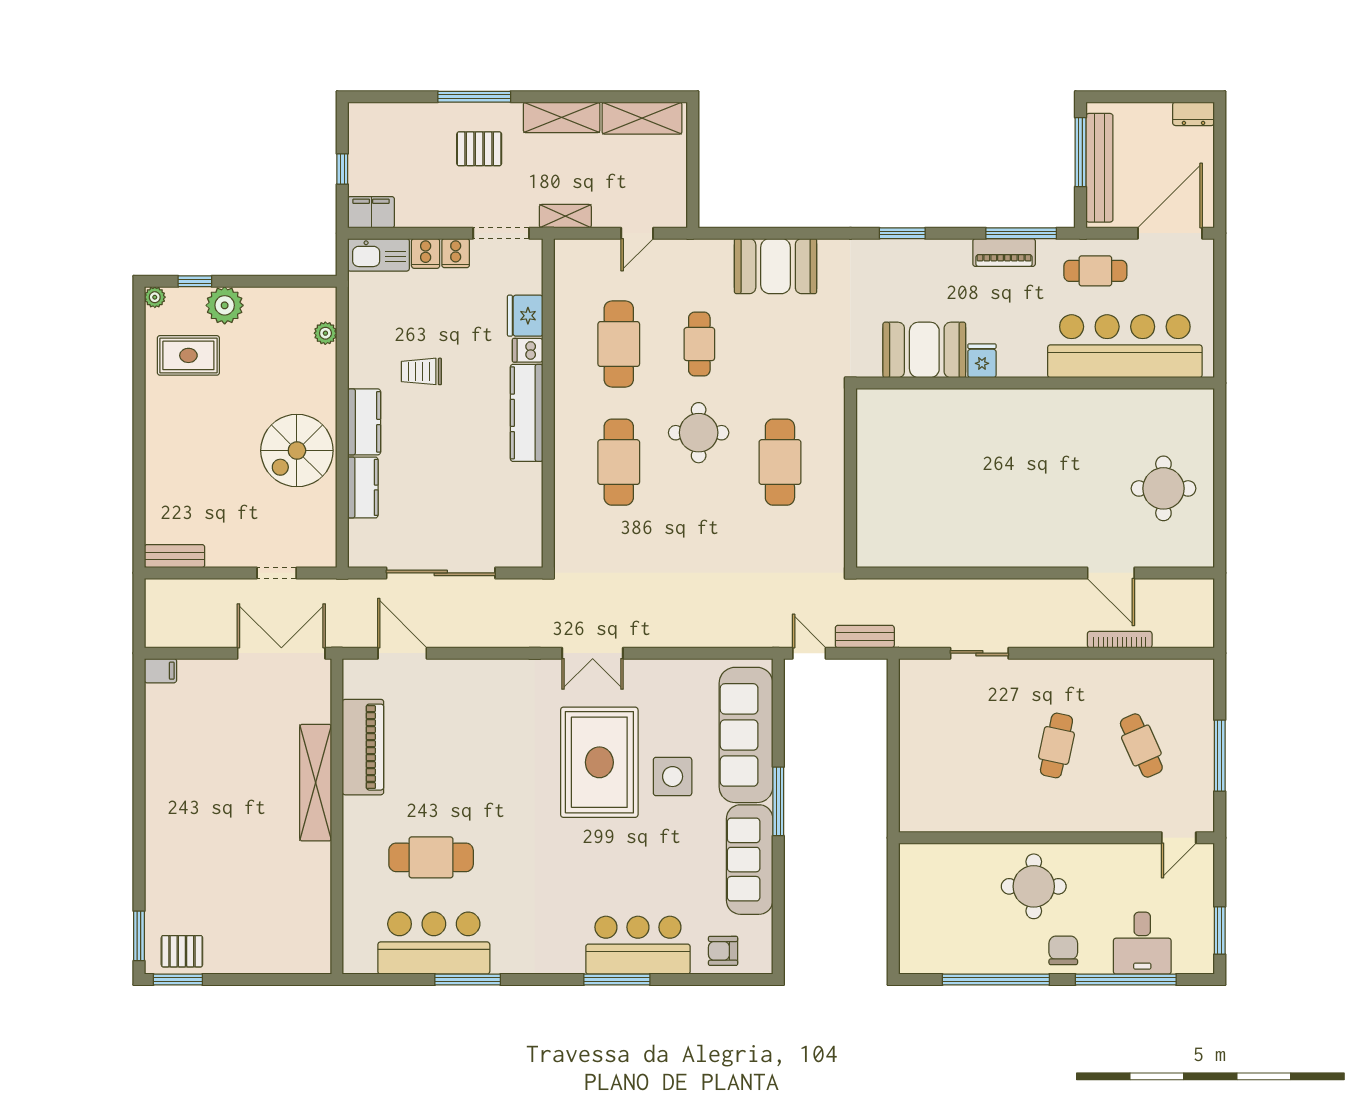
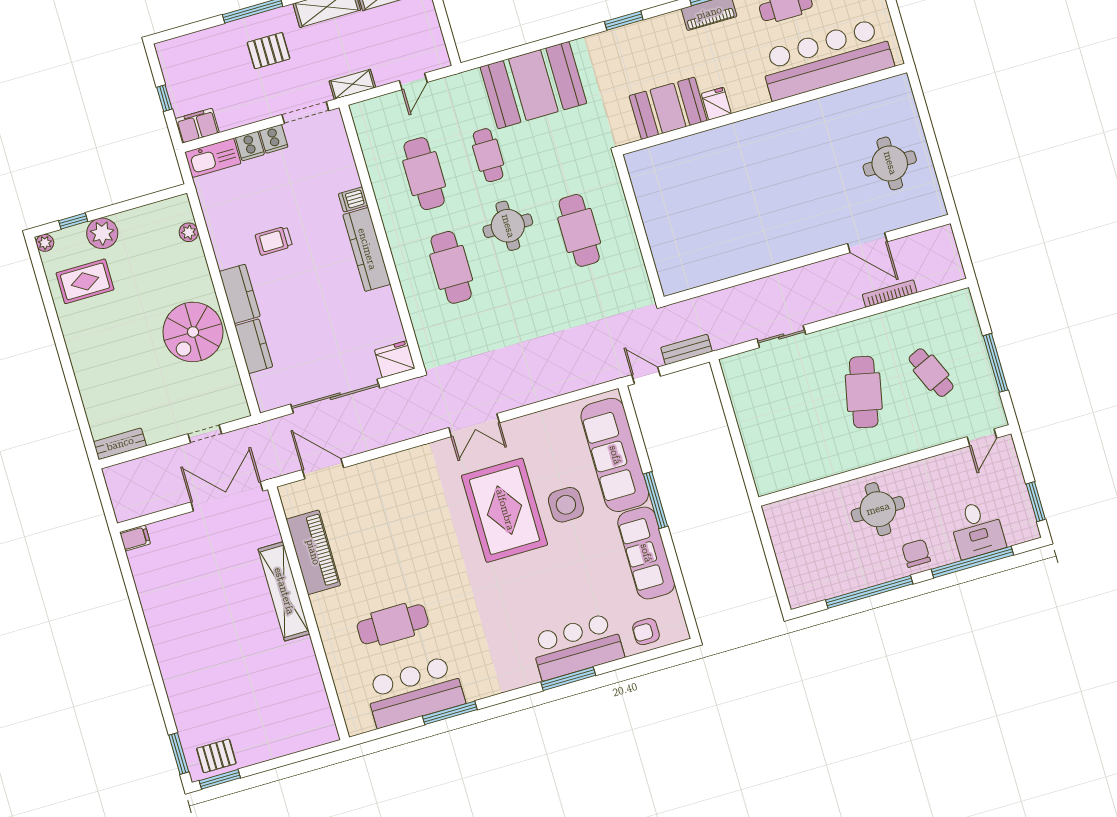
booth: (776, 266) -> (533, 85), width x1.36, depth x1.42
fridge: (525, 316) -> (395, 359), moved, turned 90
cafe table: (1056, 745) -> (864, 392), width x1.37, depth x1.35

